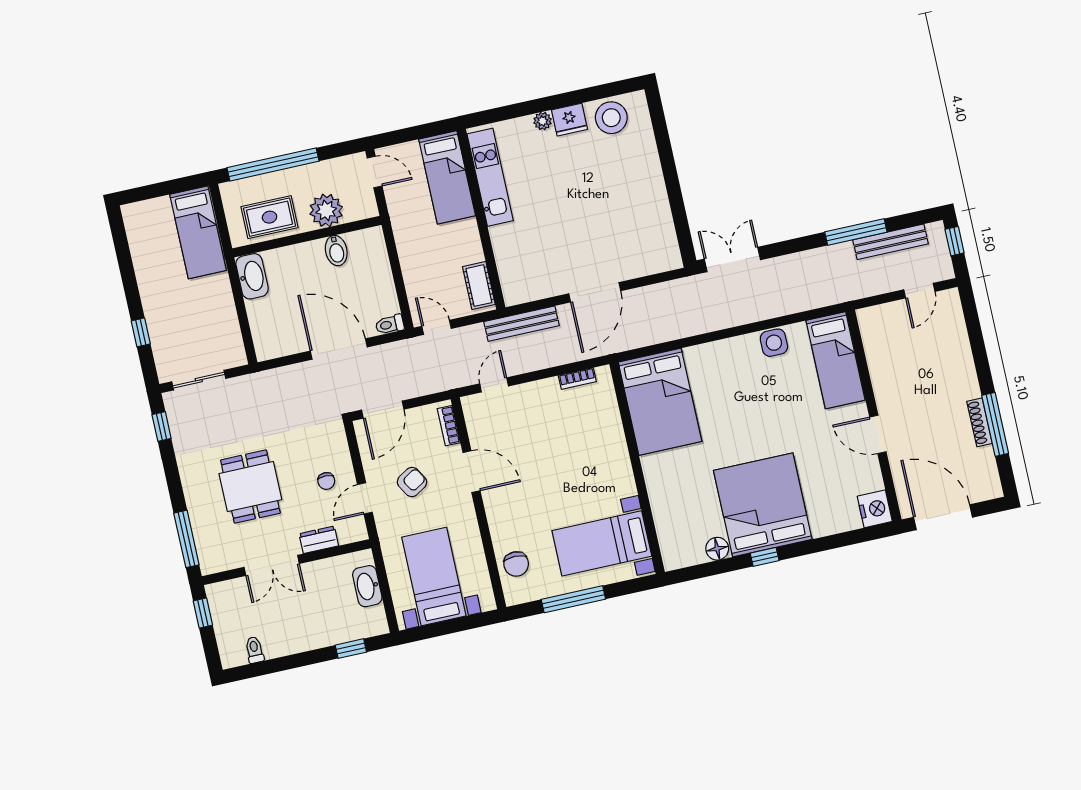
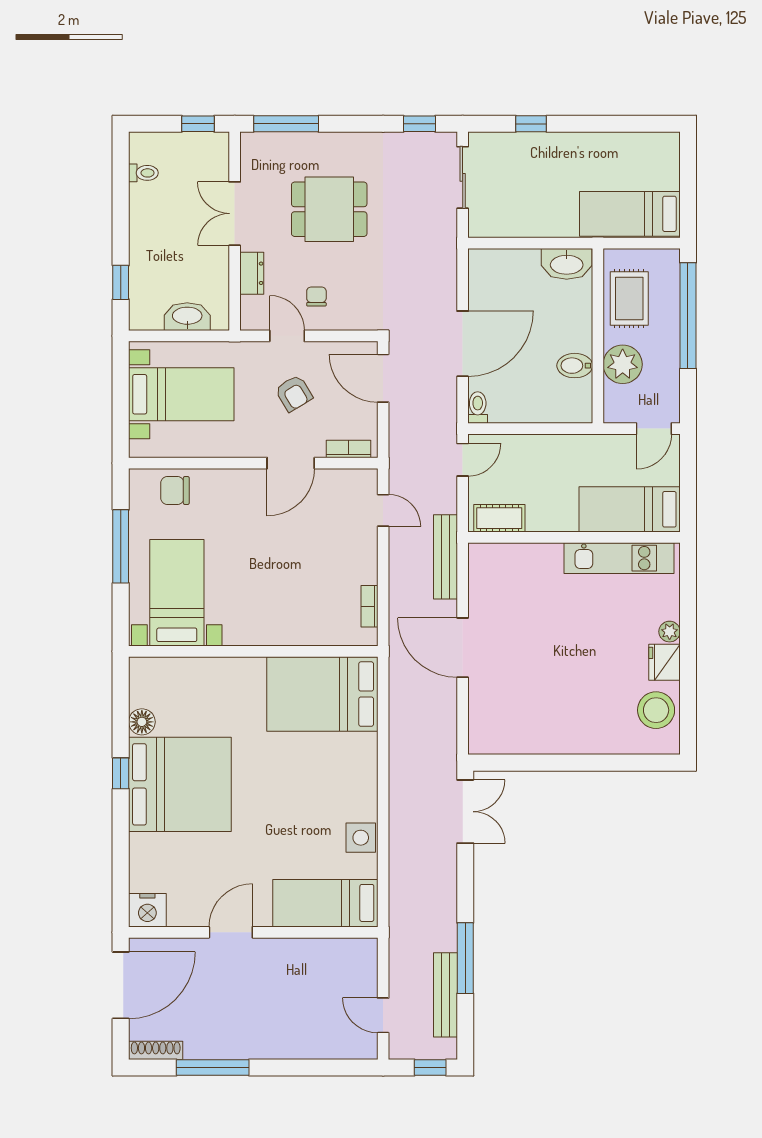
shoe rack: (980, 422) -> (156, 1050), moved
chair: (326, 481) -> (316, 296), turned 90

